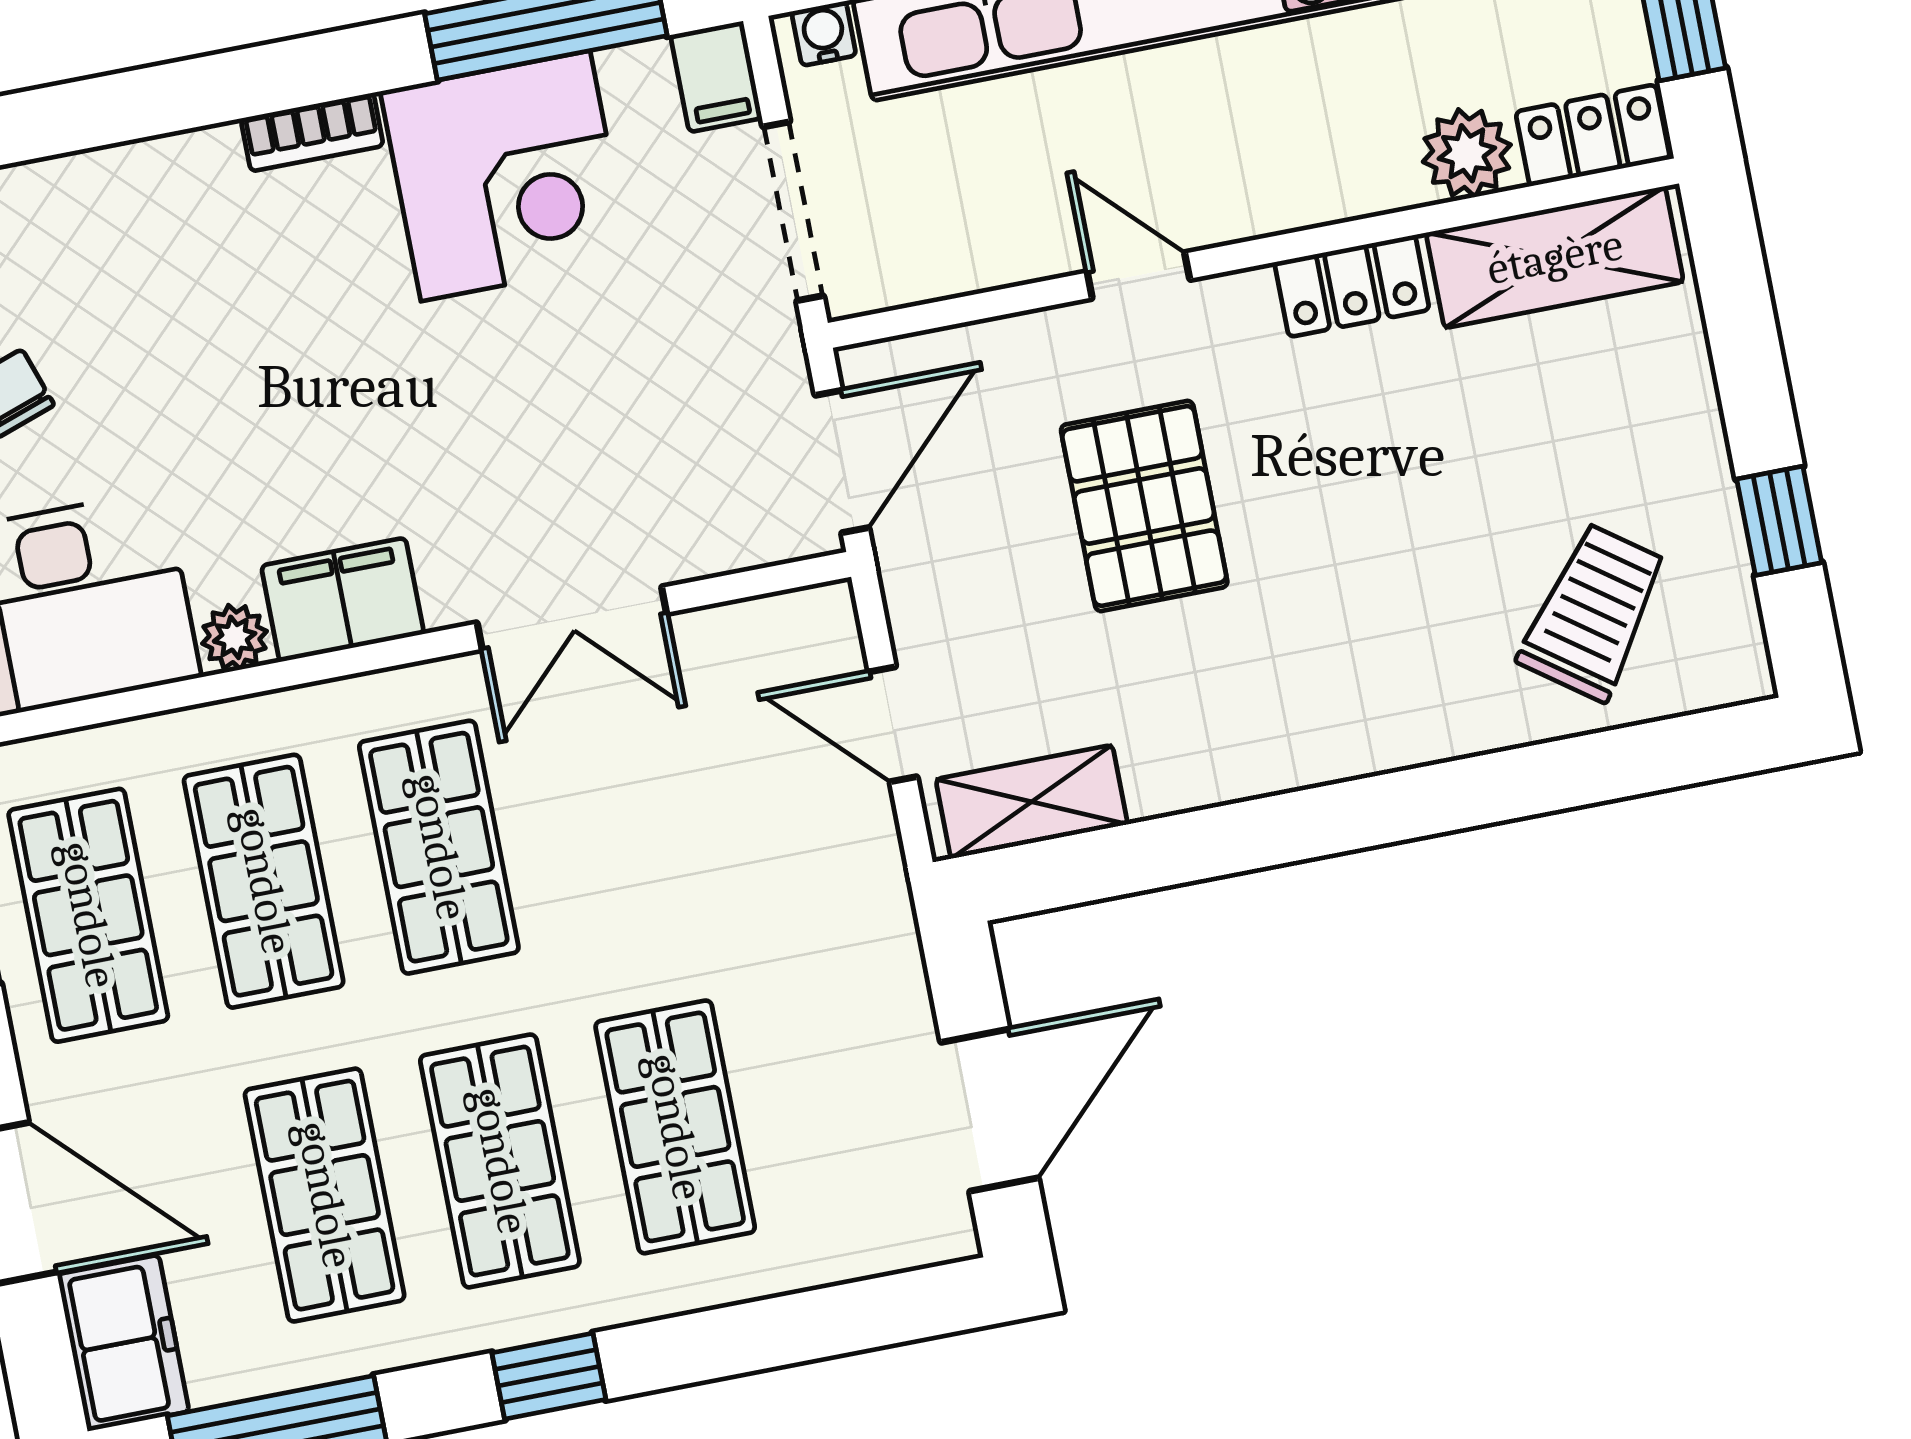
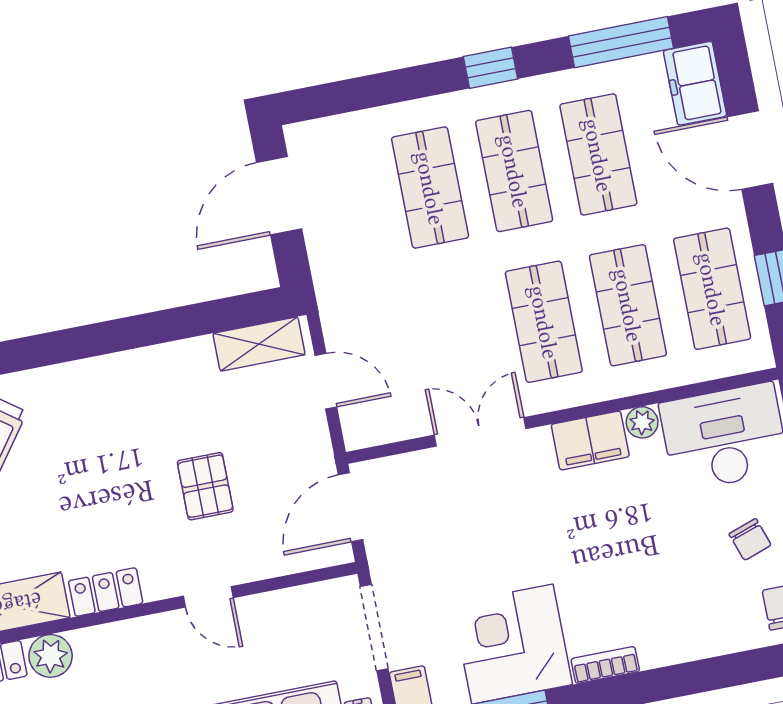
pallet: (1144, 506) -> (205, 486), width x0.67, depth x0.71

